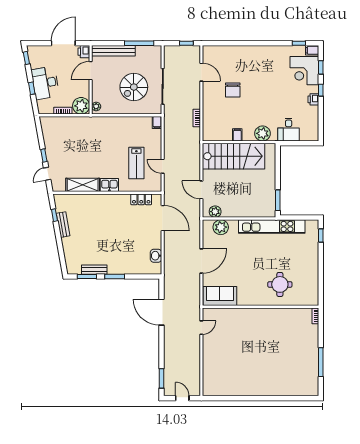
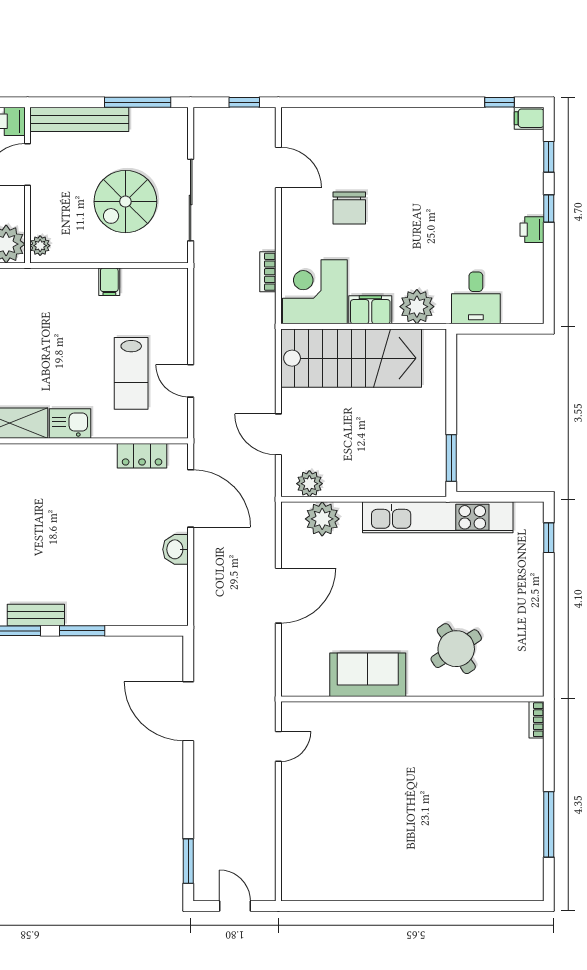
corner desk: (304, 71) -> (315, 292), moved, turned 90
filing cabinet: (157, 122) -> (109, 282), moved
filing cabinet: (237, 135) -> (370, 310), width x2.00
washbasin: (156, 256) -> (176, 549), moved
round table: (280, 284) -> (456, 649), turned -33
sofa: (220, 296) -> (368, 675), moved

